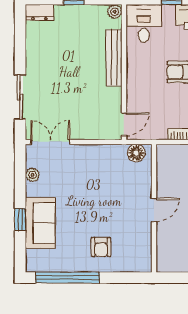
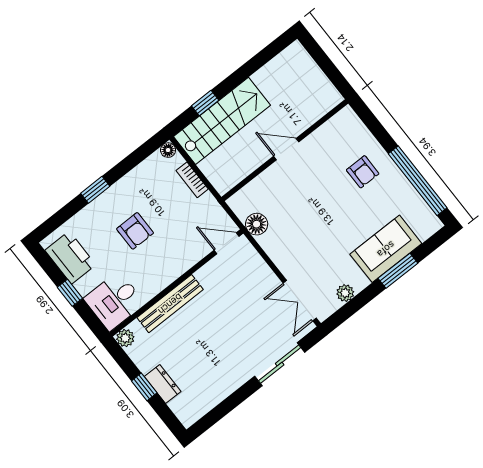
dresser: (39, 12) -> (163, 384), moved
floor lamp: (136, 153) -> (257, 224), moved
window: (20, 220) -> (398, 271), width x1.50
armchair: (101, 247) -> (363, 172), turned 90

